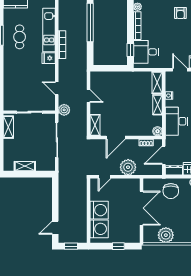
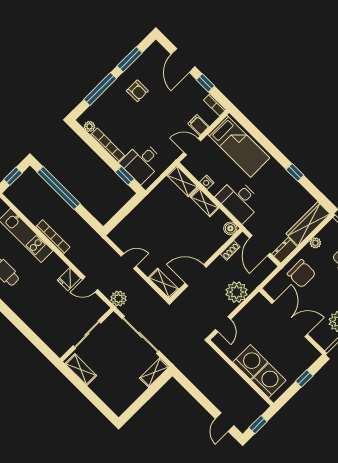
fridge: (49, 58) -> (69, 279), moved
door: (116, 138) -> (196, 275), swing flipped
shelving: (25, 166) -> (154, 372), moved

